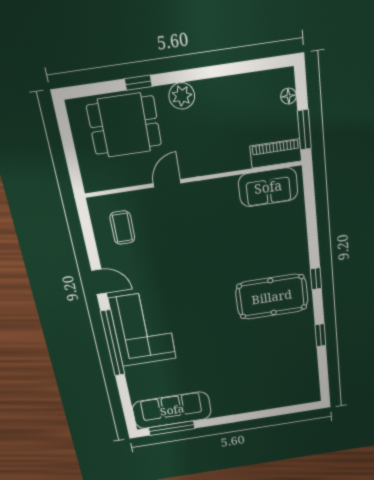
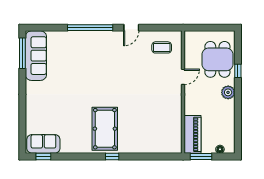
piano: (276, 153) -> (193, 134), width x1.37, depth x1.33
door: (167, 183) -> (183, 77), hinge flipped
sofa: (268, 187) -> (43, 144), moved, turned 90
corner sofa: (143, 329) -> (97, 47), removed
window: (320, 335) -> (43, 157), moved

